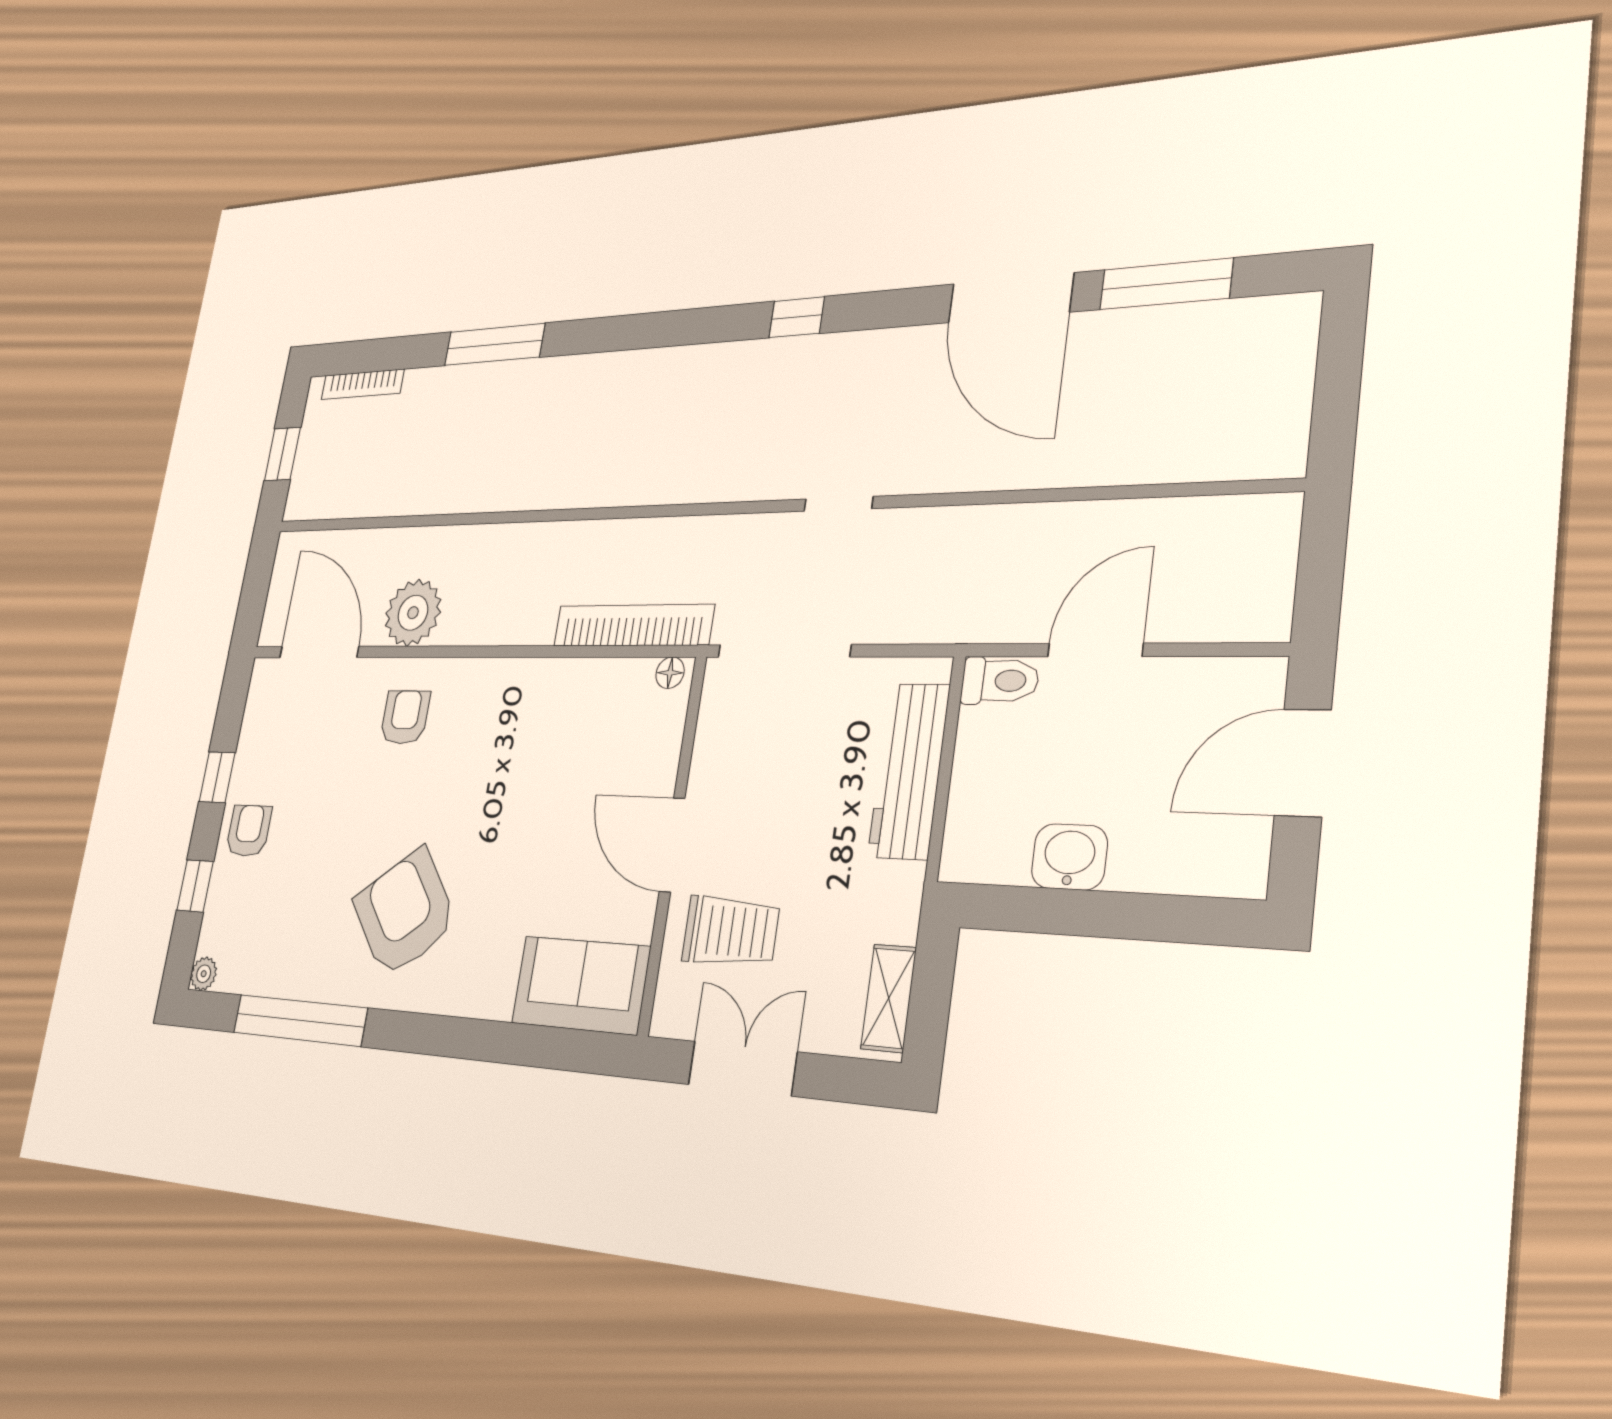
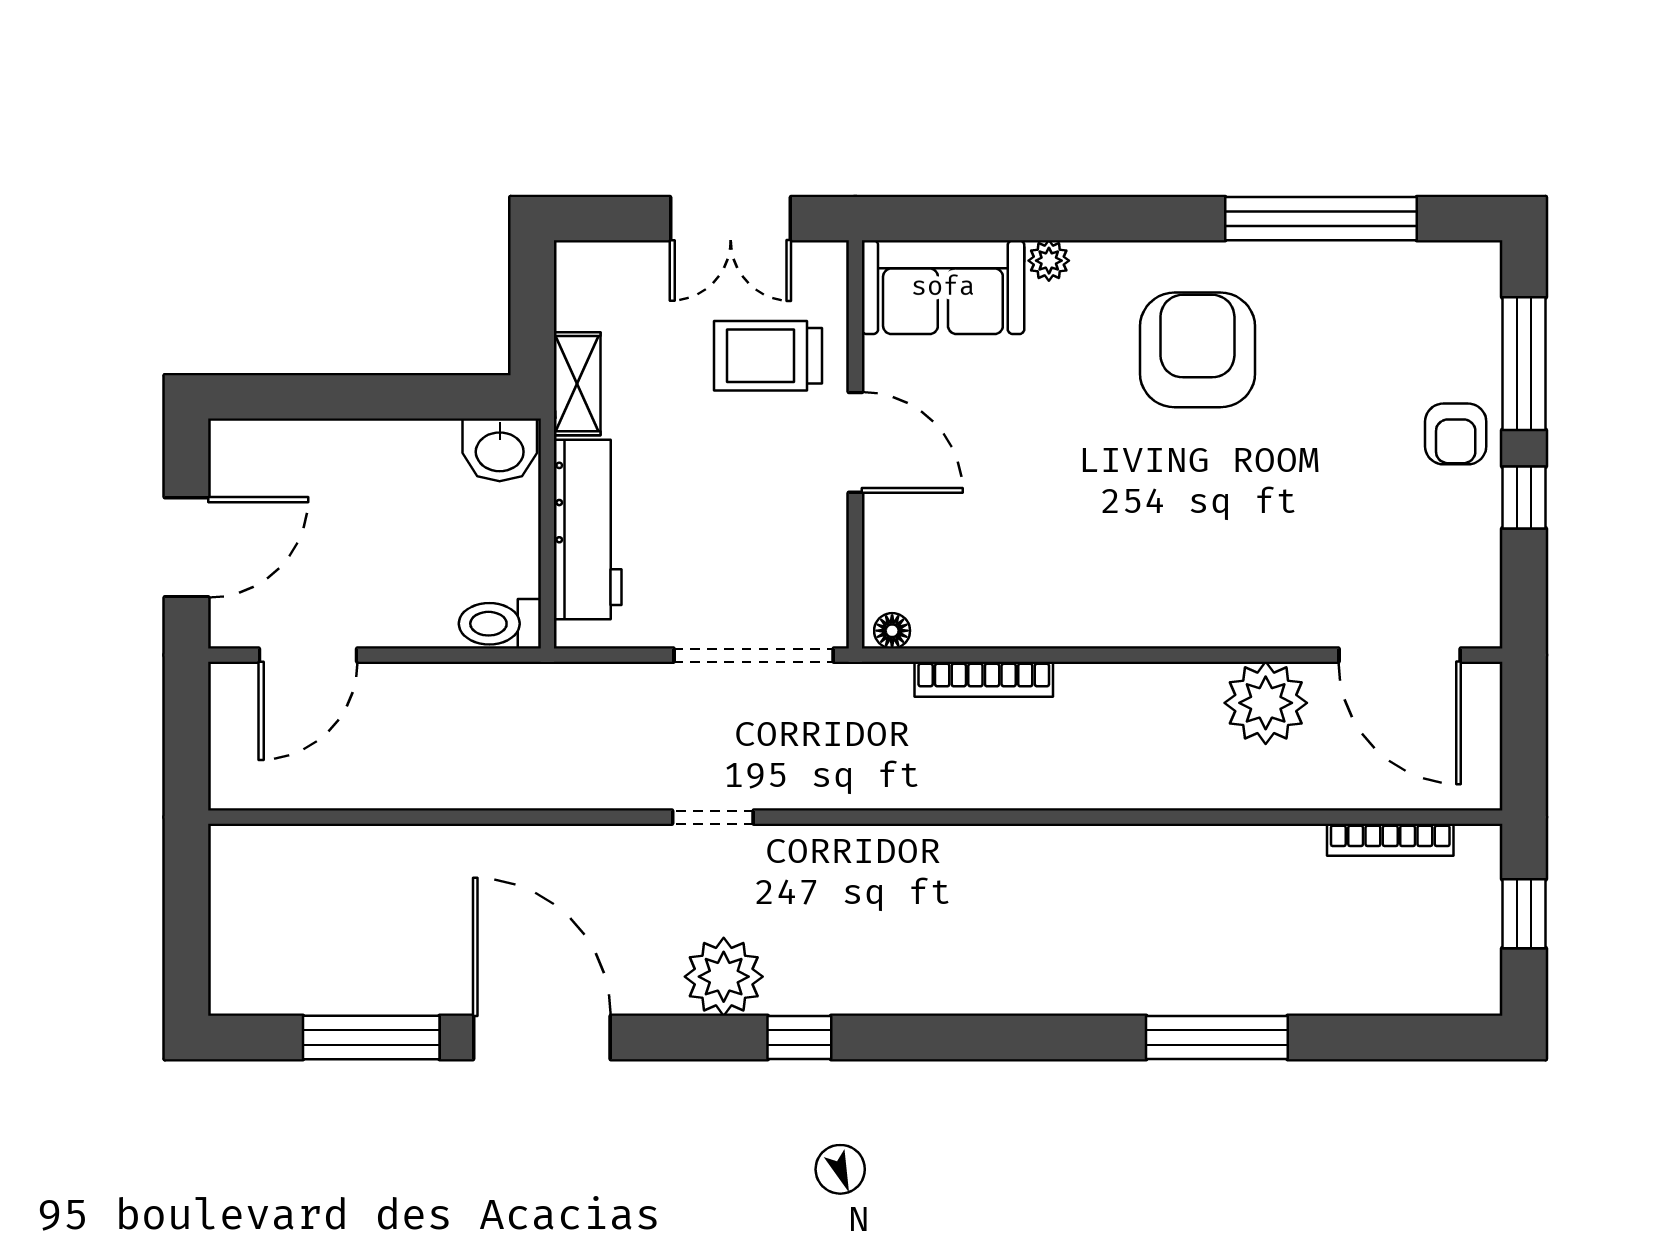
plant: (850, 364) -> (724, 977), added
bookcase: (363, 384) -> (1390, 840), moved, turned 180
bookcase: (633, 625) -> (984, 679), width x0.68, depth x0.76
door: (1095, 650) -> (308, 655), moved
armchair: (405, 717) -> (1249, 576), removed
washbasin: (1069, 857) -> (500, 450), moved
window: (195, 886) -> (1524, 364), width x2.17
armchair: (405, 913) -> (1197, 350), turned -143
plant: (204, 974) -> (1049, 261), moved
shelving: (889, 998) -> (577, 384), moved

